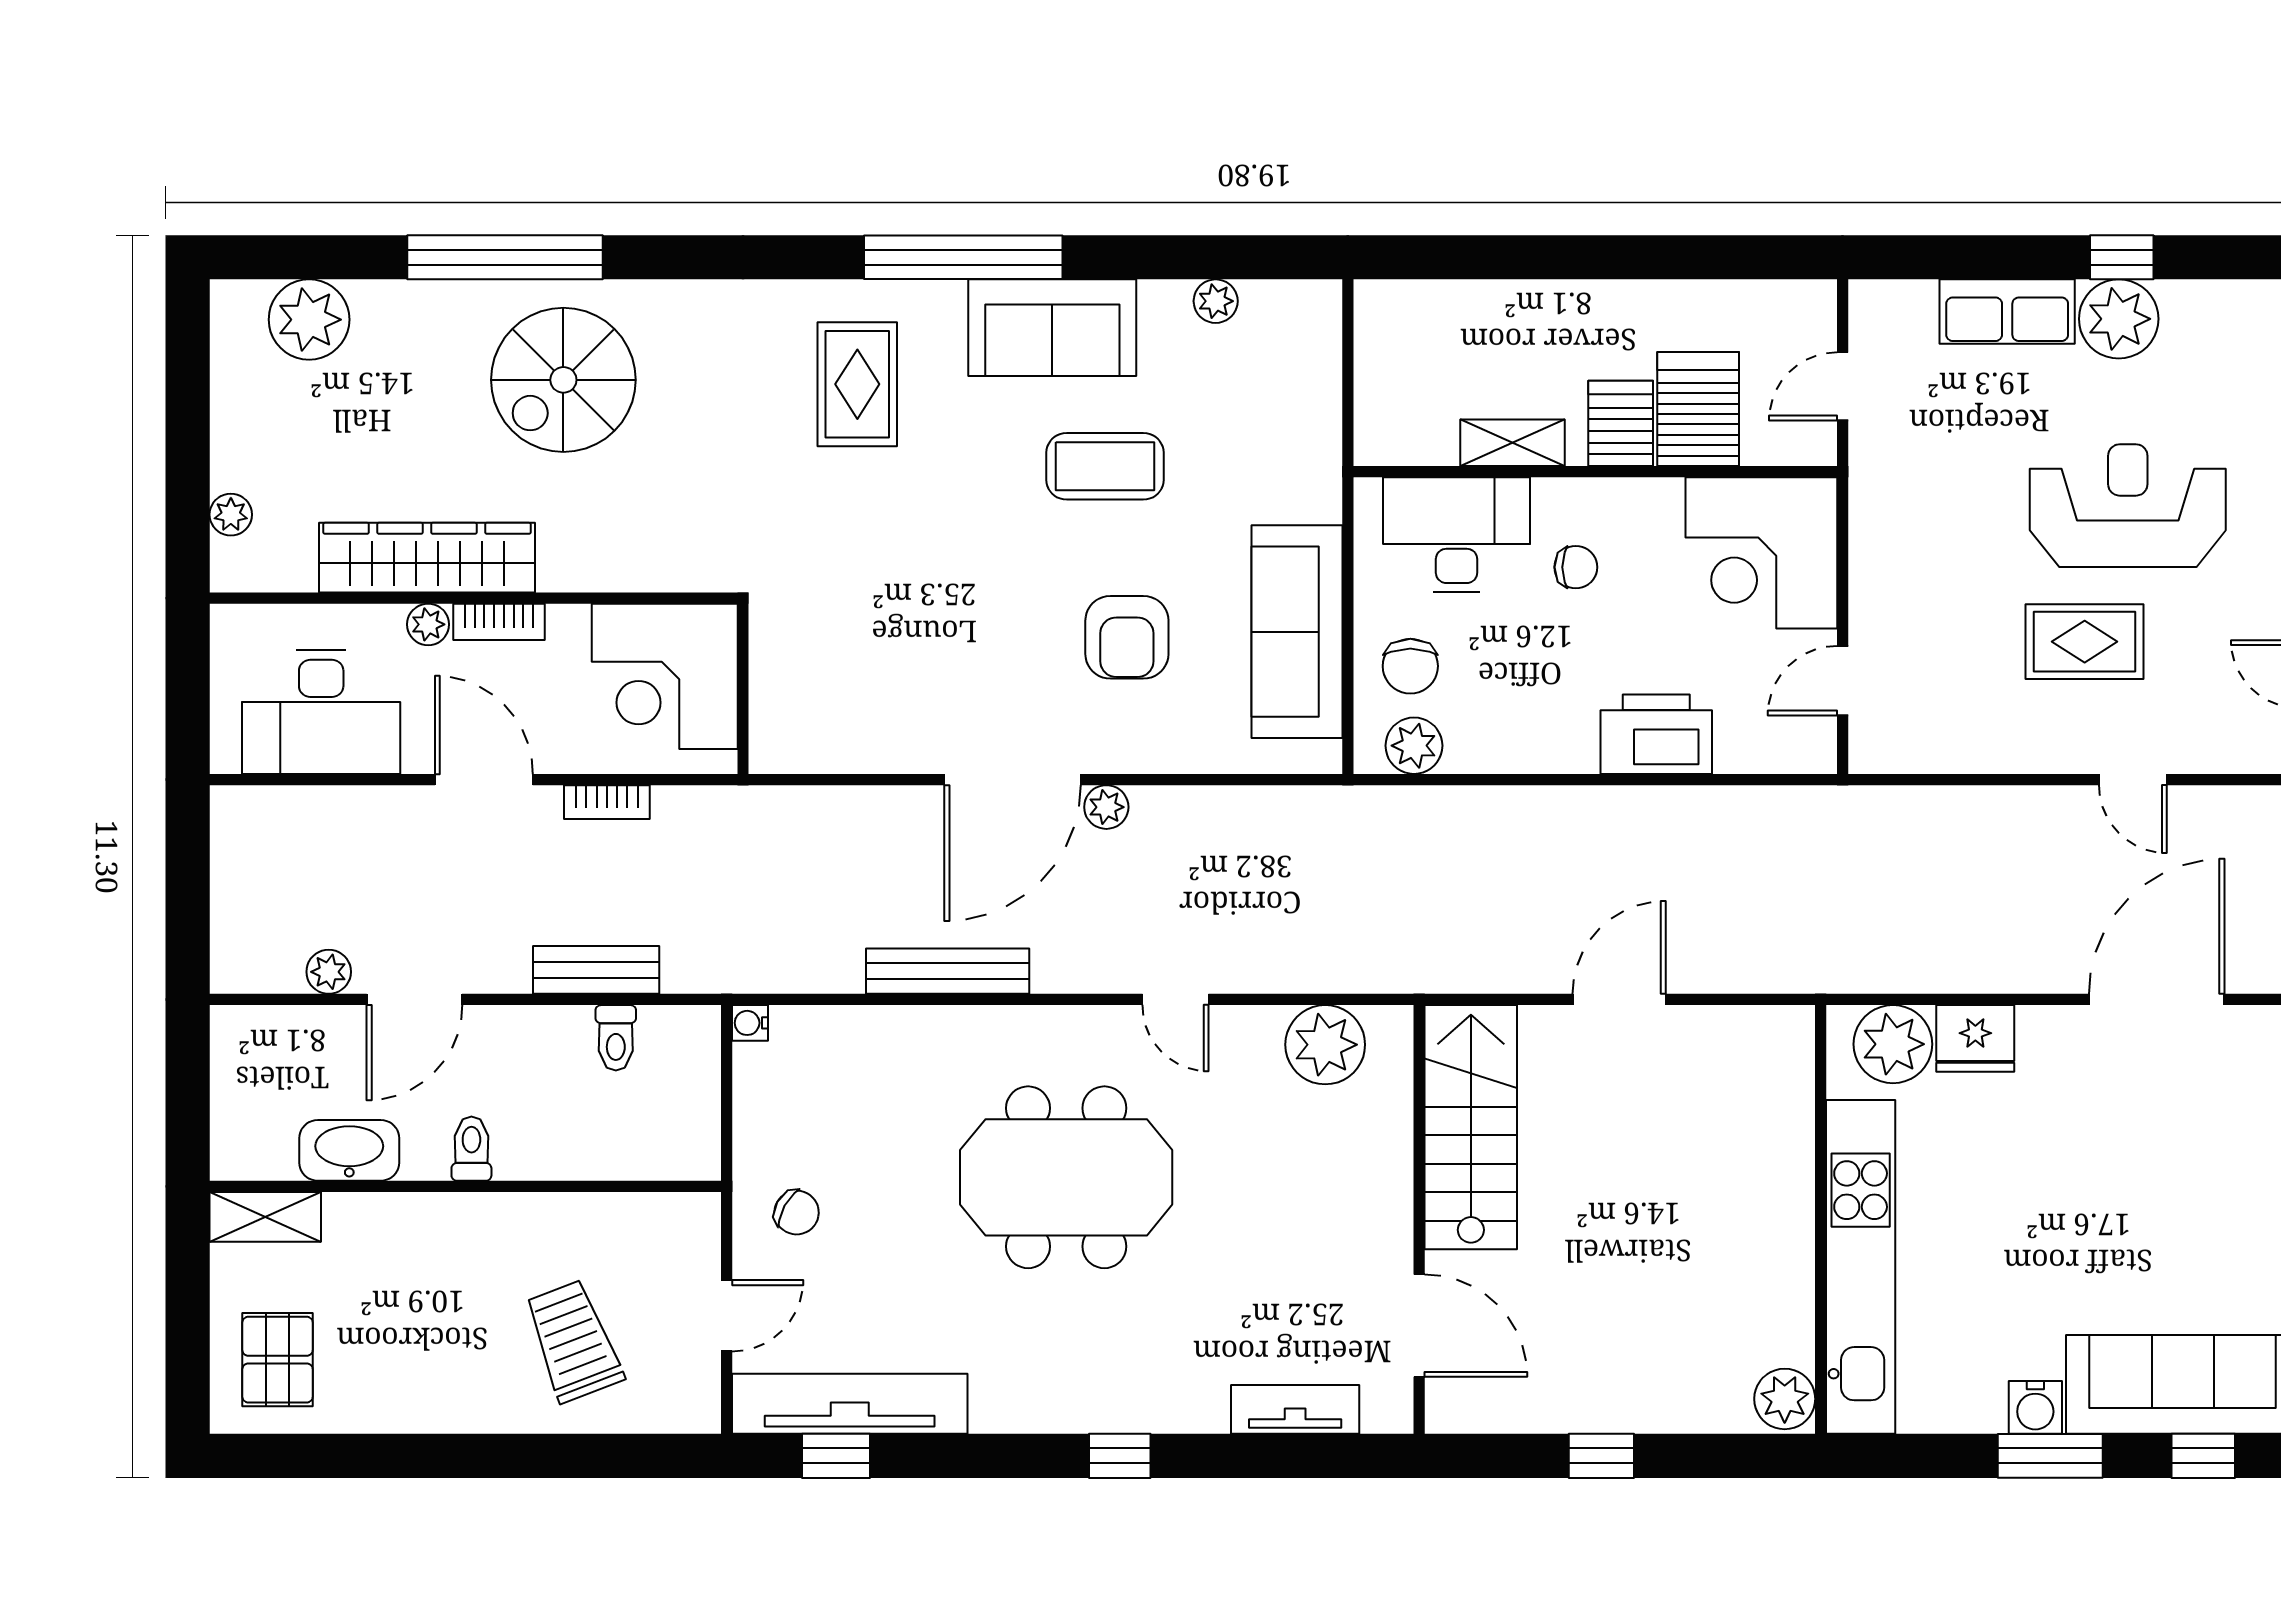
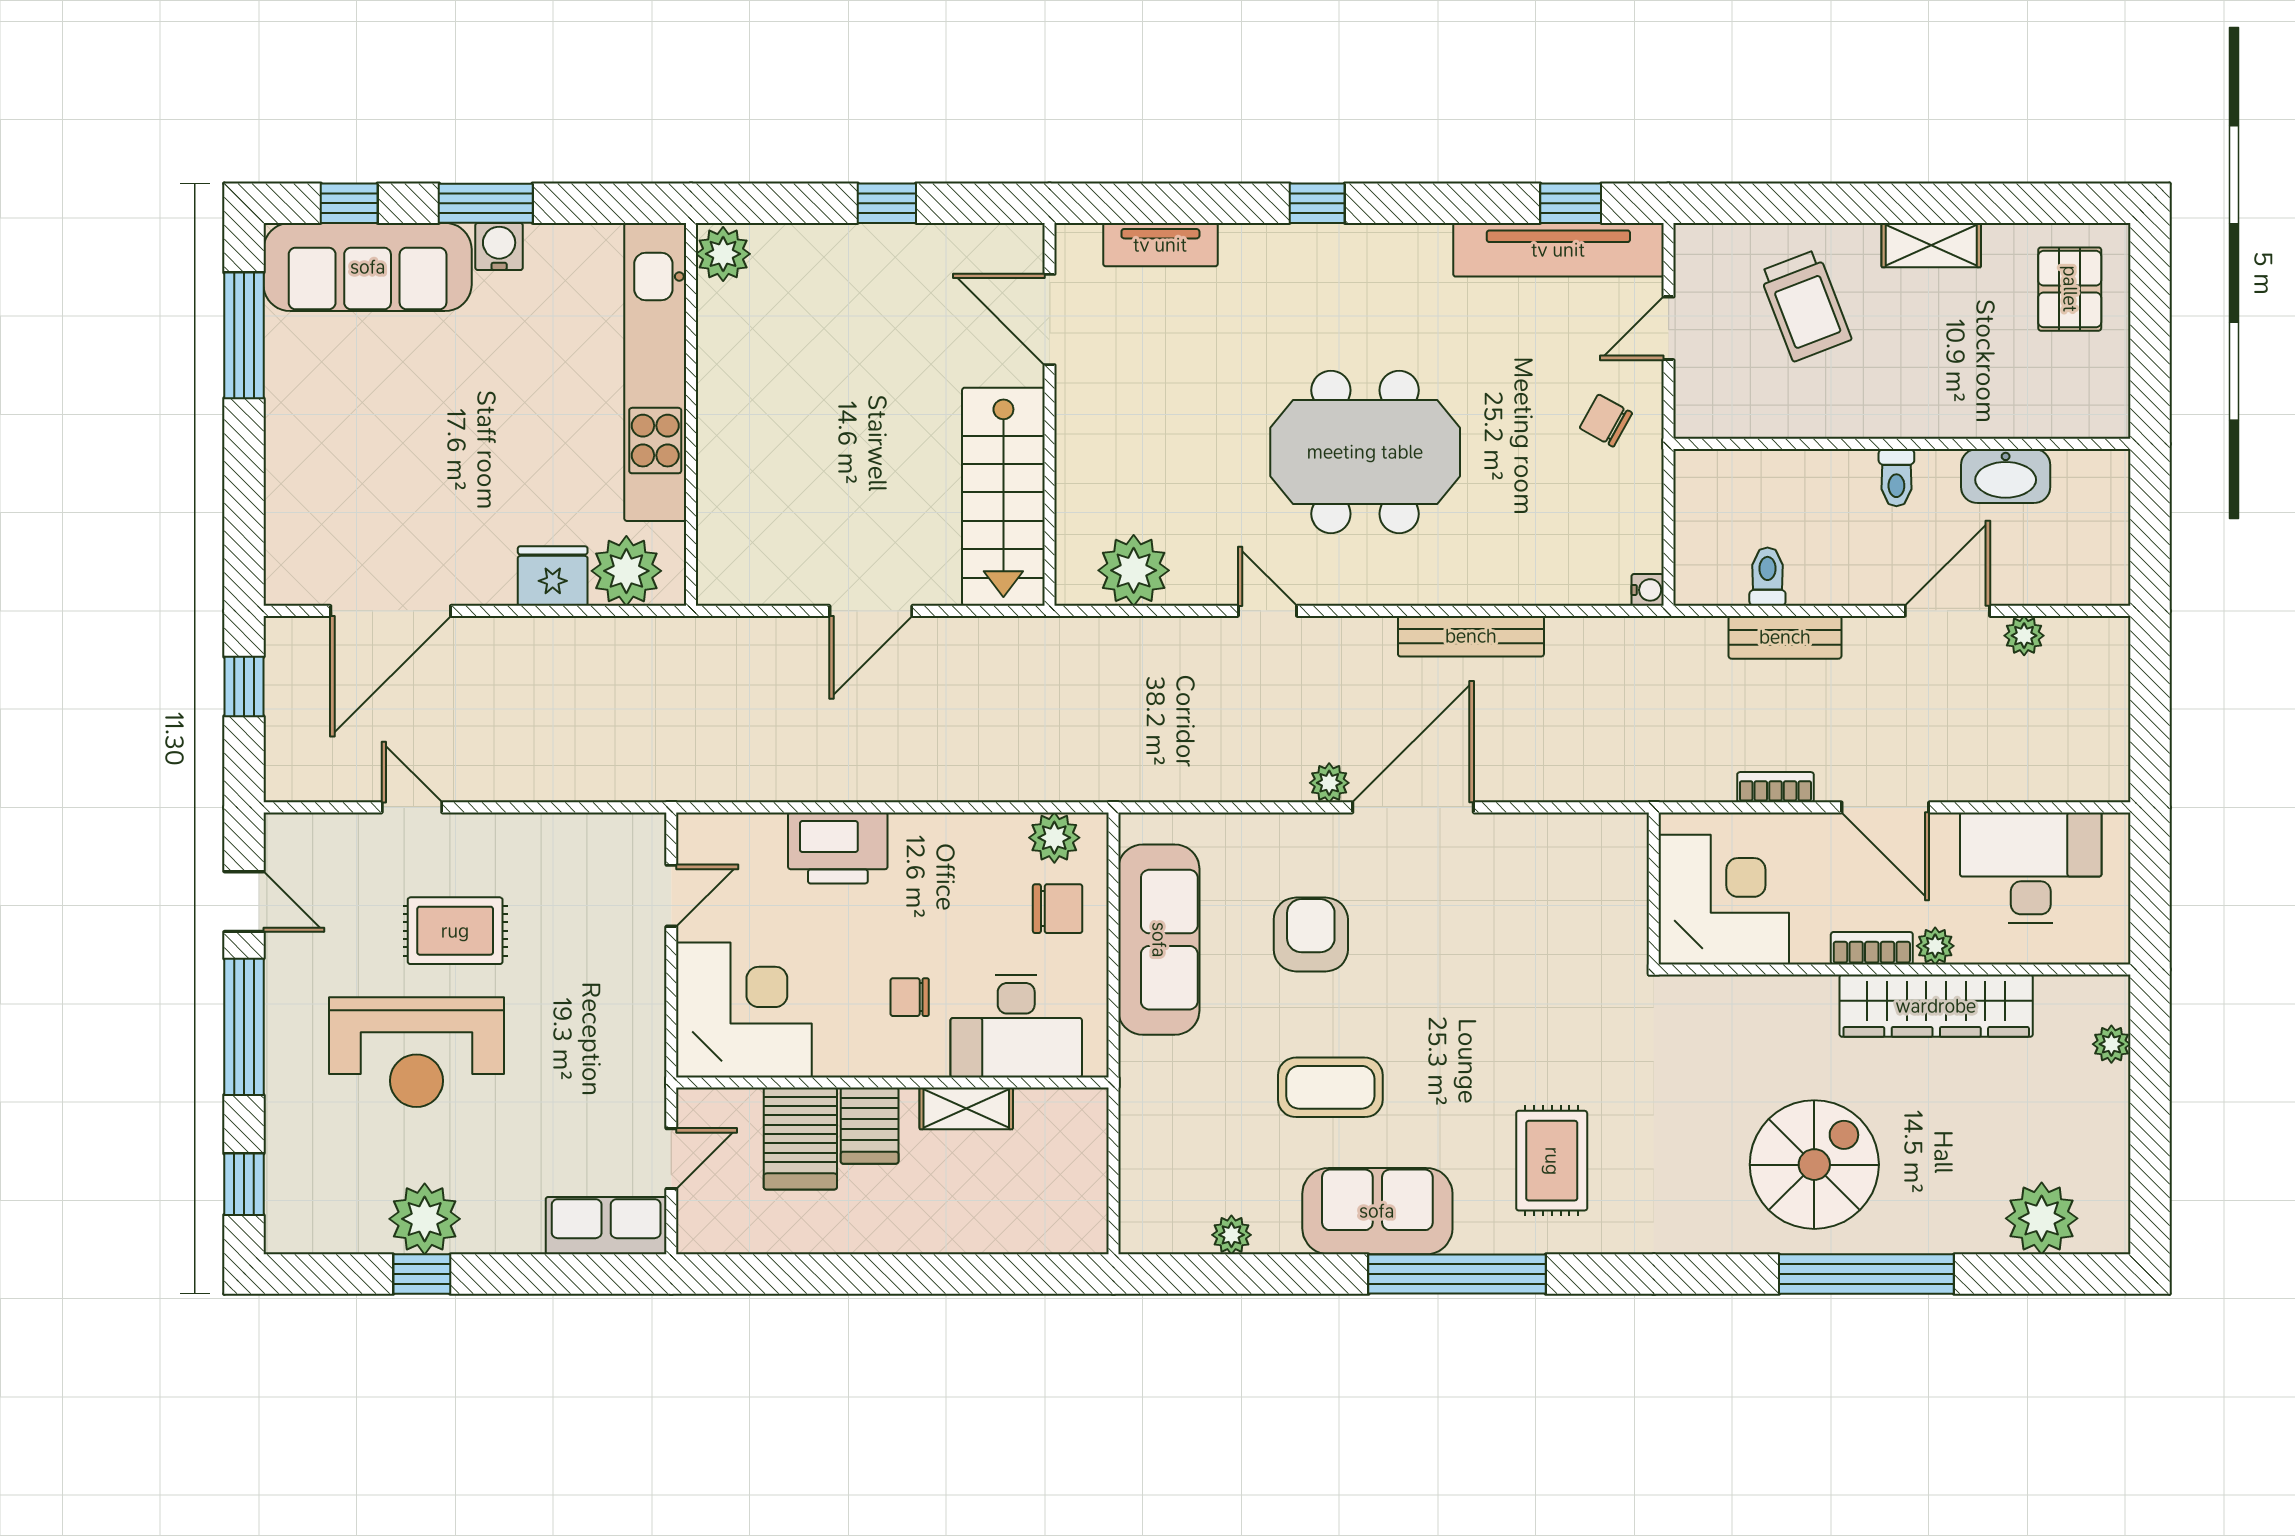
row of seats: (2007, 312) -> (606, 1226), moved
chair: (1410, 666) -> (1058, 909), turned 90
shelving: (265, 1217) -> (1931, 245), moved

